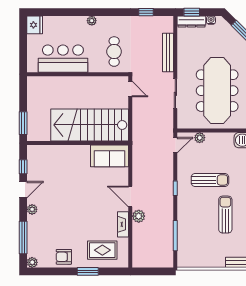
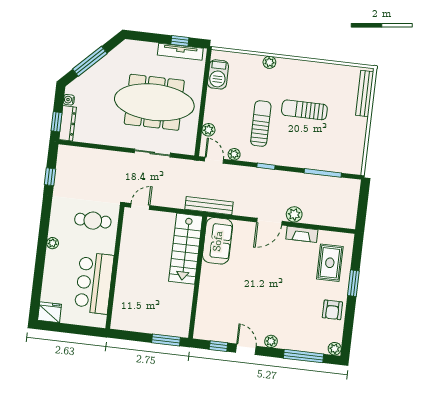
bench: (168, 52) -> (209, 206), moved
stairs: (90, 125) -> (186, 249), width x0.73, depth x0.66
plant: (182, 161) -> (234, 154), added

